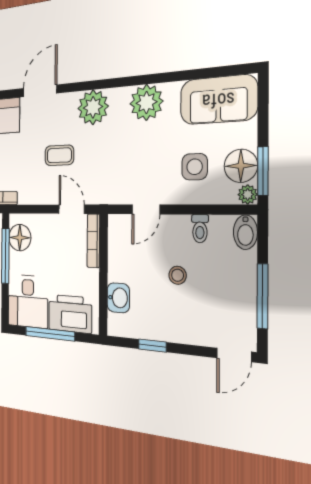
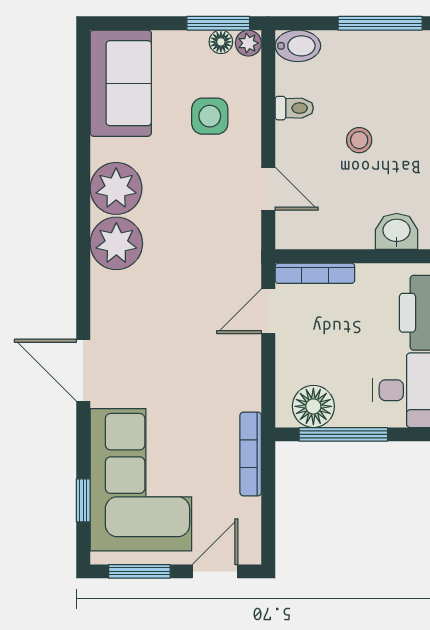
plant: (93, 107) -> (116, 243), moved
coffee table: (59, 155) -> (185, 334), removed
floor lamp: (241, 166) -> (221, 42), width x0.53, depth x0.53

